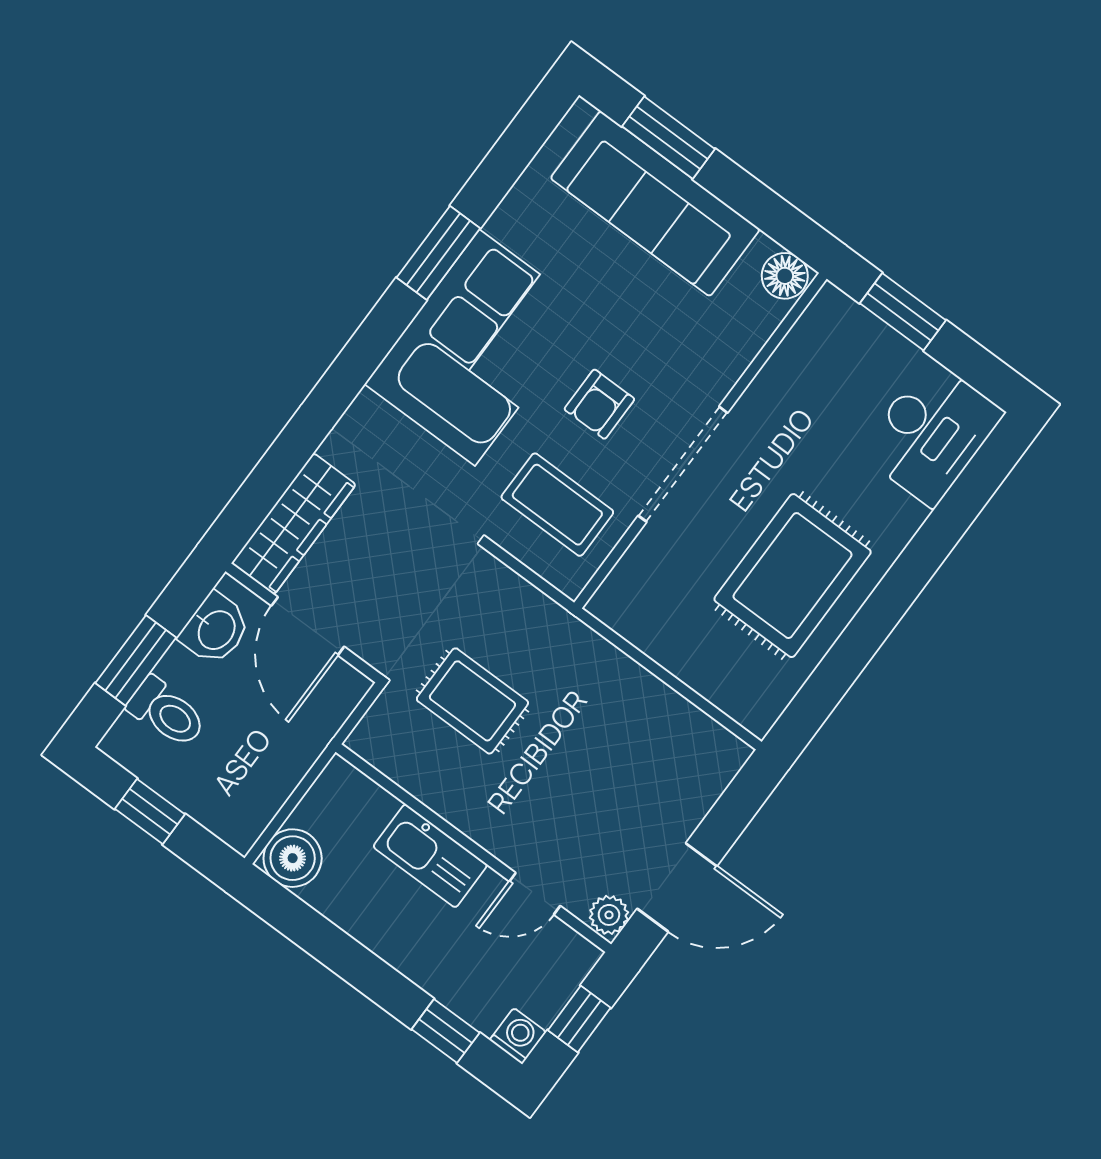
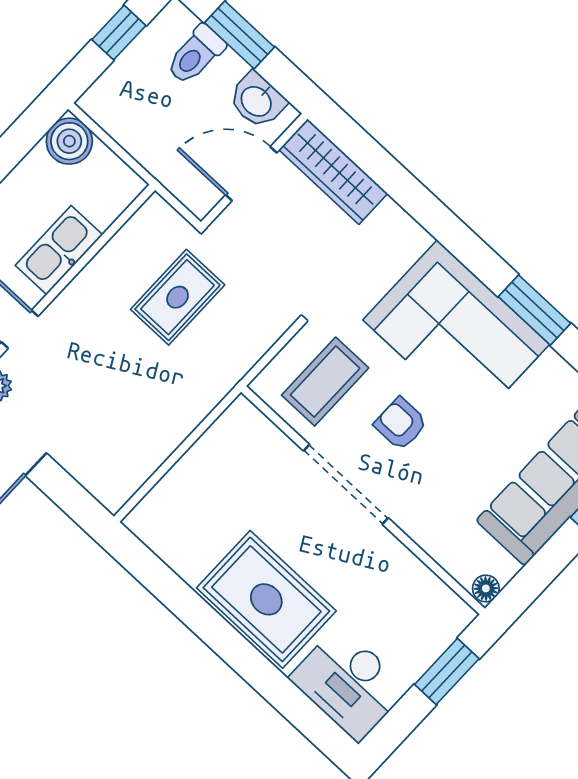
floor lamp: (785, 276) -> (486, 588), width x0.73, depth x0.73
rug: (793, 576) -> (266, 599), moved

